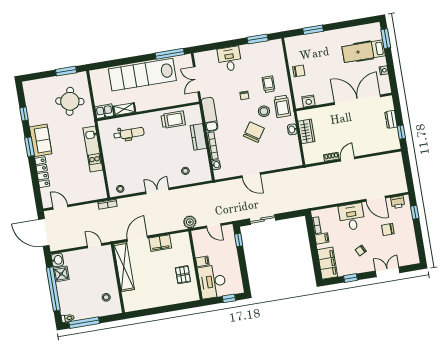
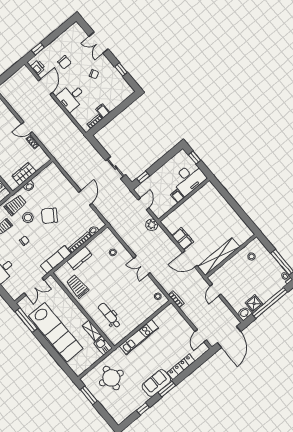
filing cabinet: (327, 263) -> (120, 95), removed
pallet: (183, 275) -> (197, 206), removed

